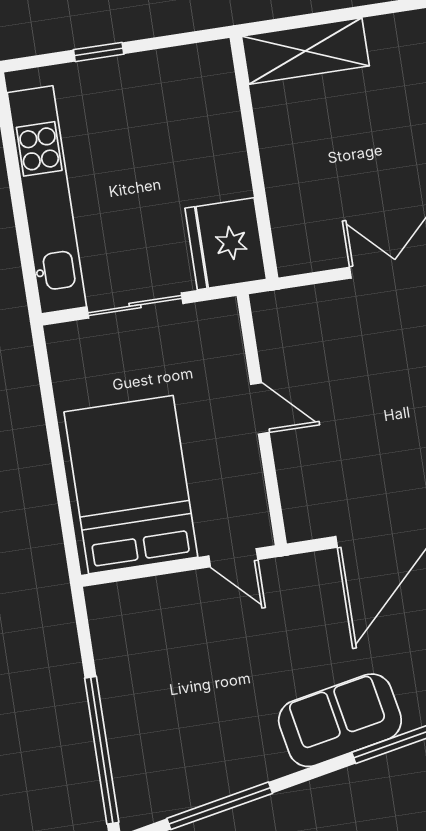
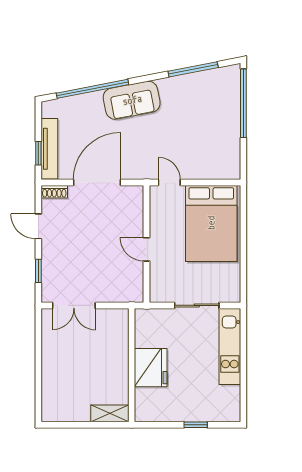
shelving: (305, 51) -> (110, 413), width x0.67, depth x0.75
kitchen unit: (47, 200) -> (230, 346), width x0.73
fridge: (226, 244) -> (151, 368), moved

